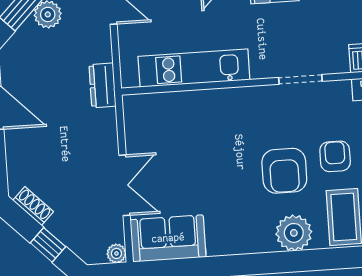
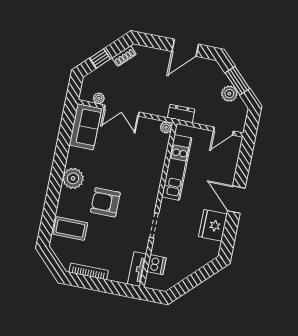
plant: (132, 104) -> (166, 127), added
armchair: (335, 156) -> (106, 233), removed
plant: (294, 233) -> (73, 178), moved
plant: (116, 253) -> (99, 98), moved

